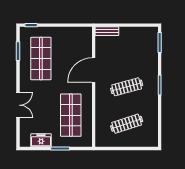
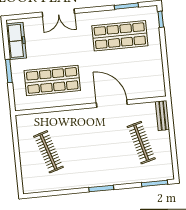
clothes rail: (127, 87) -> (141, 143), moved
freezer: (41, 140) -> (16, 41), width x1.40

